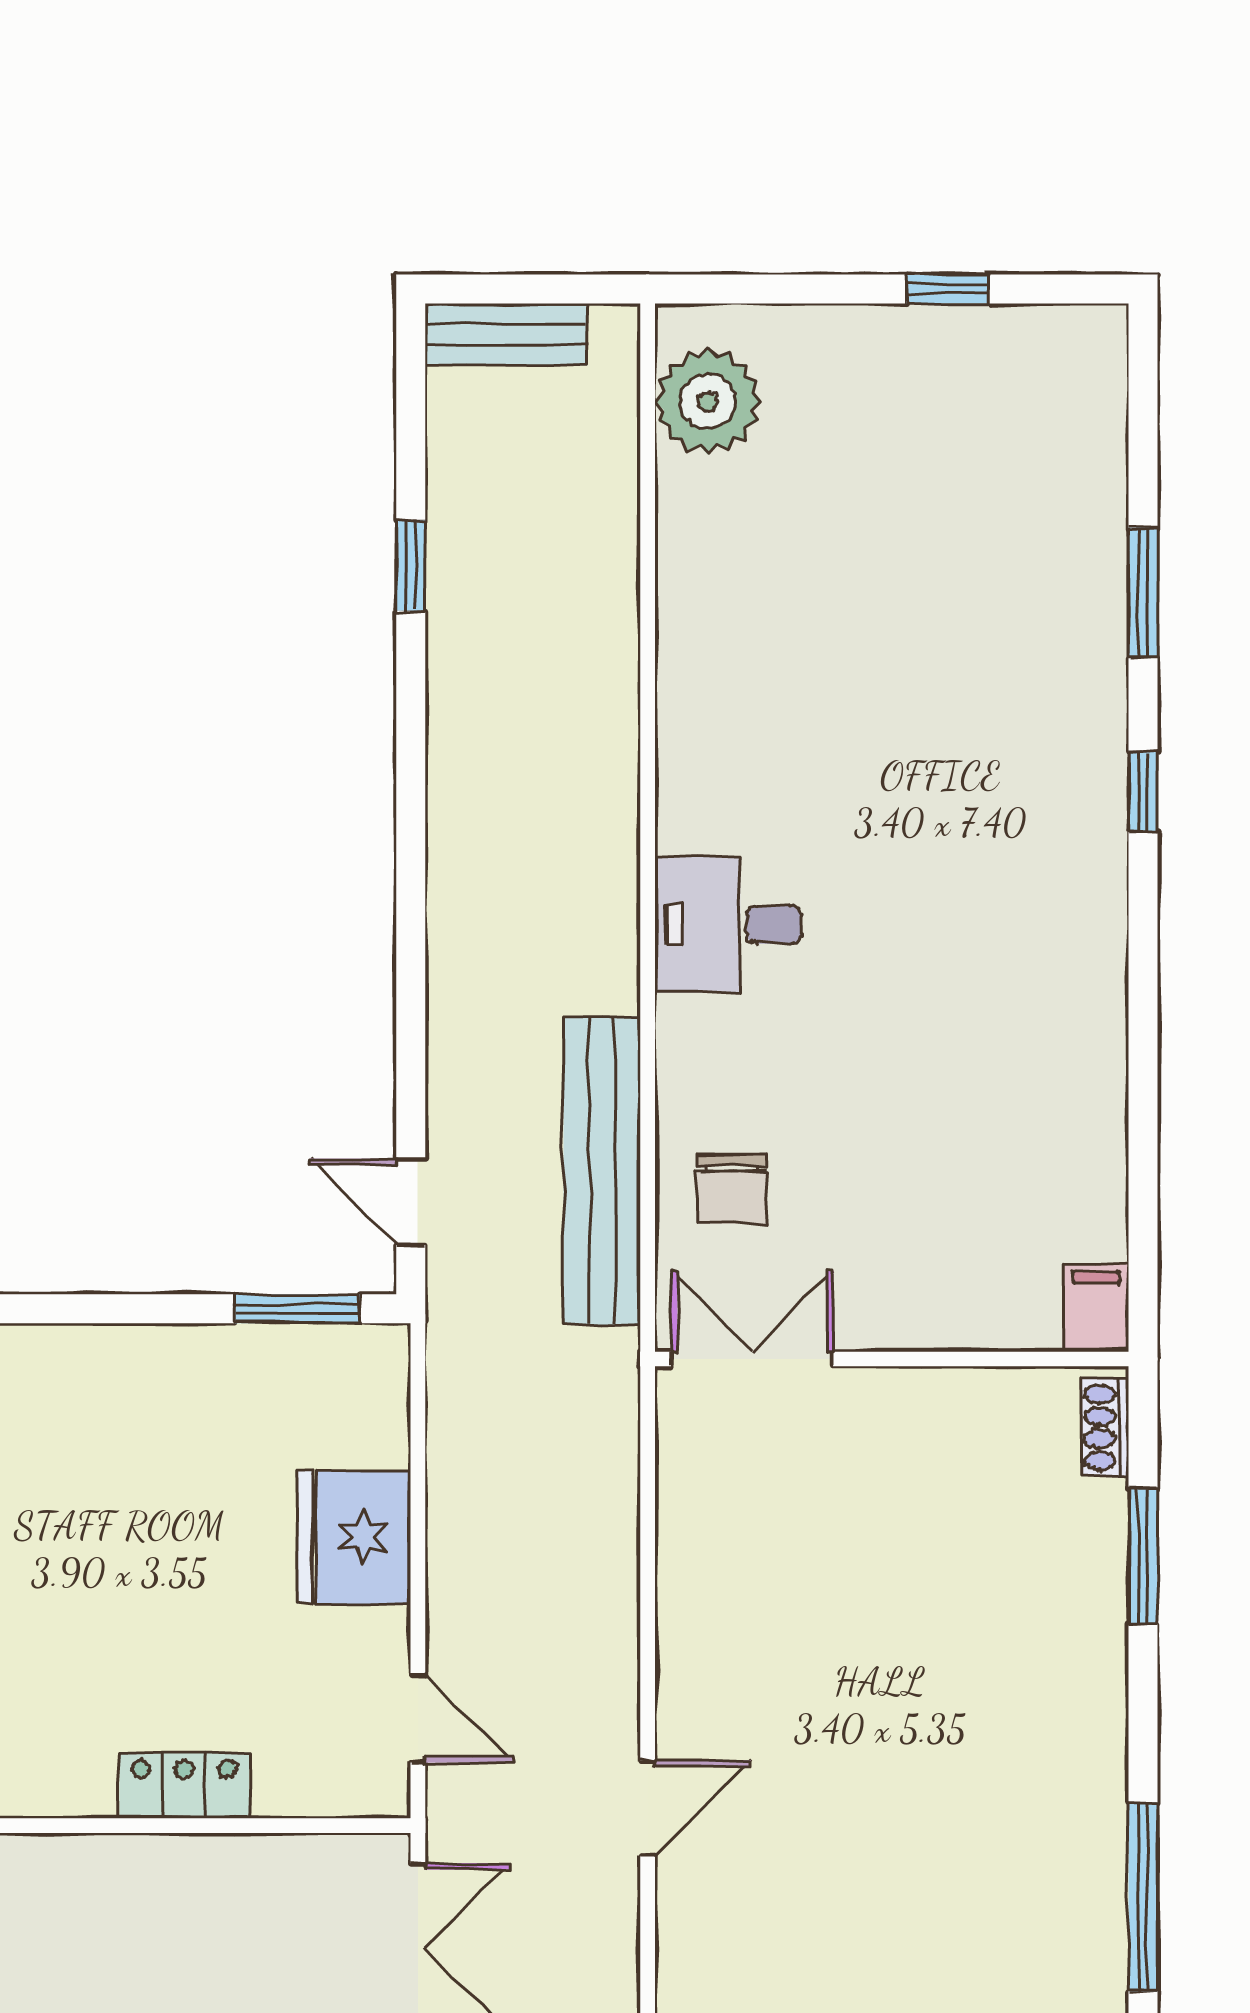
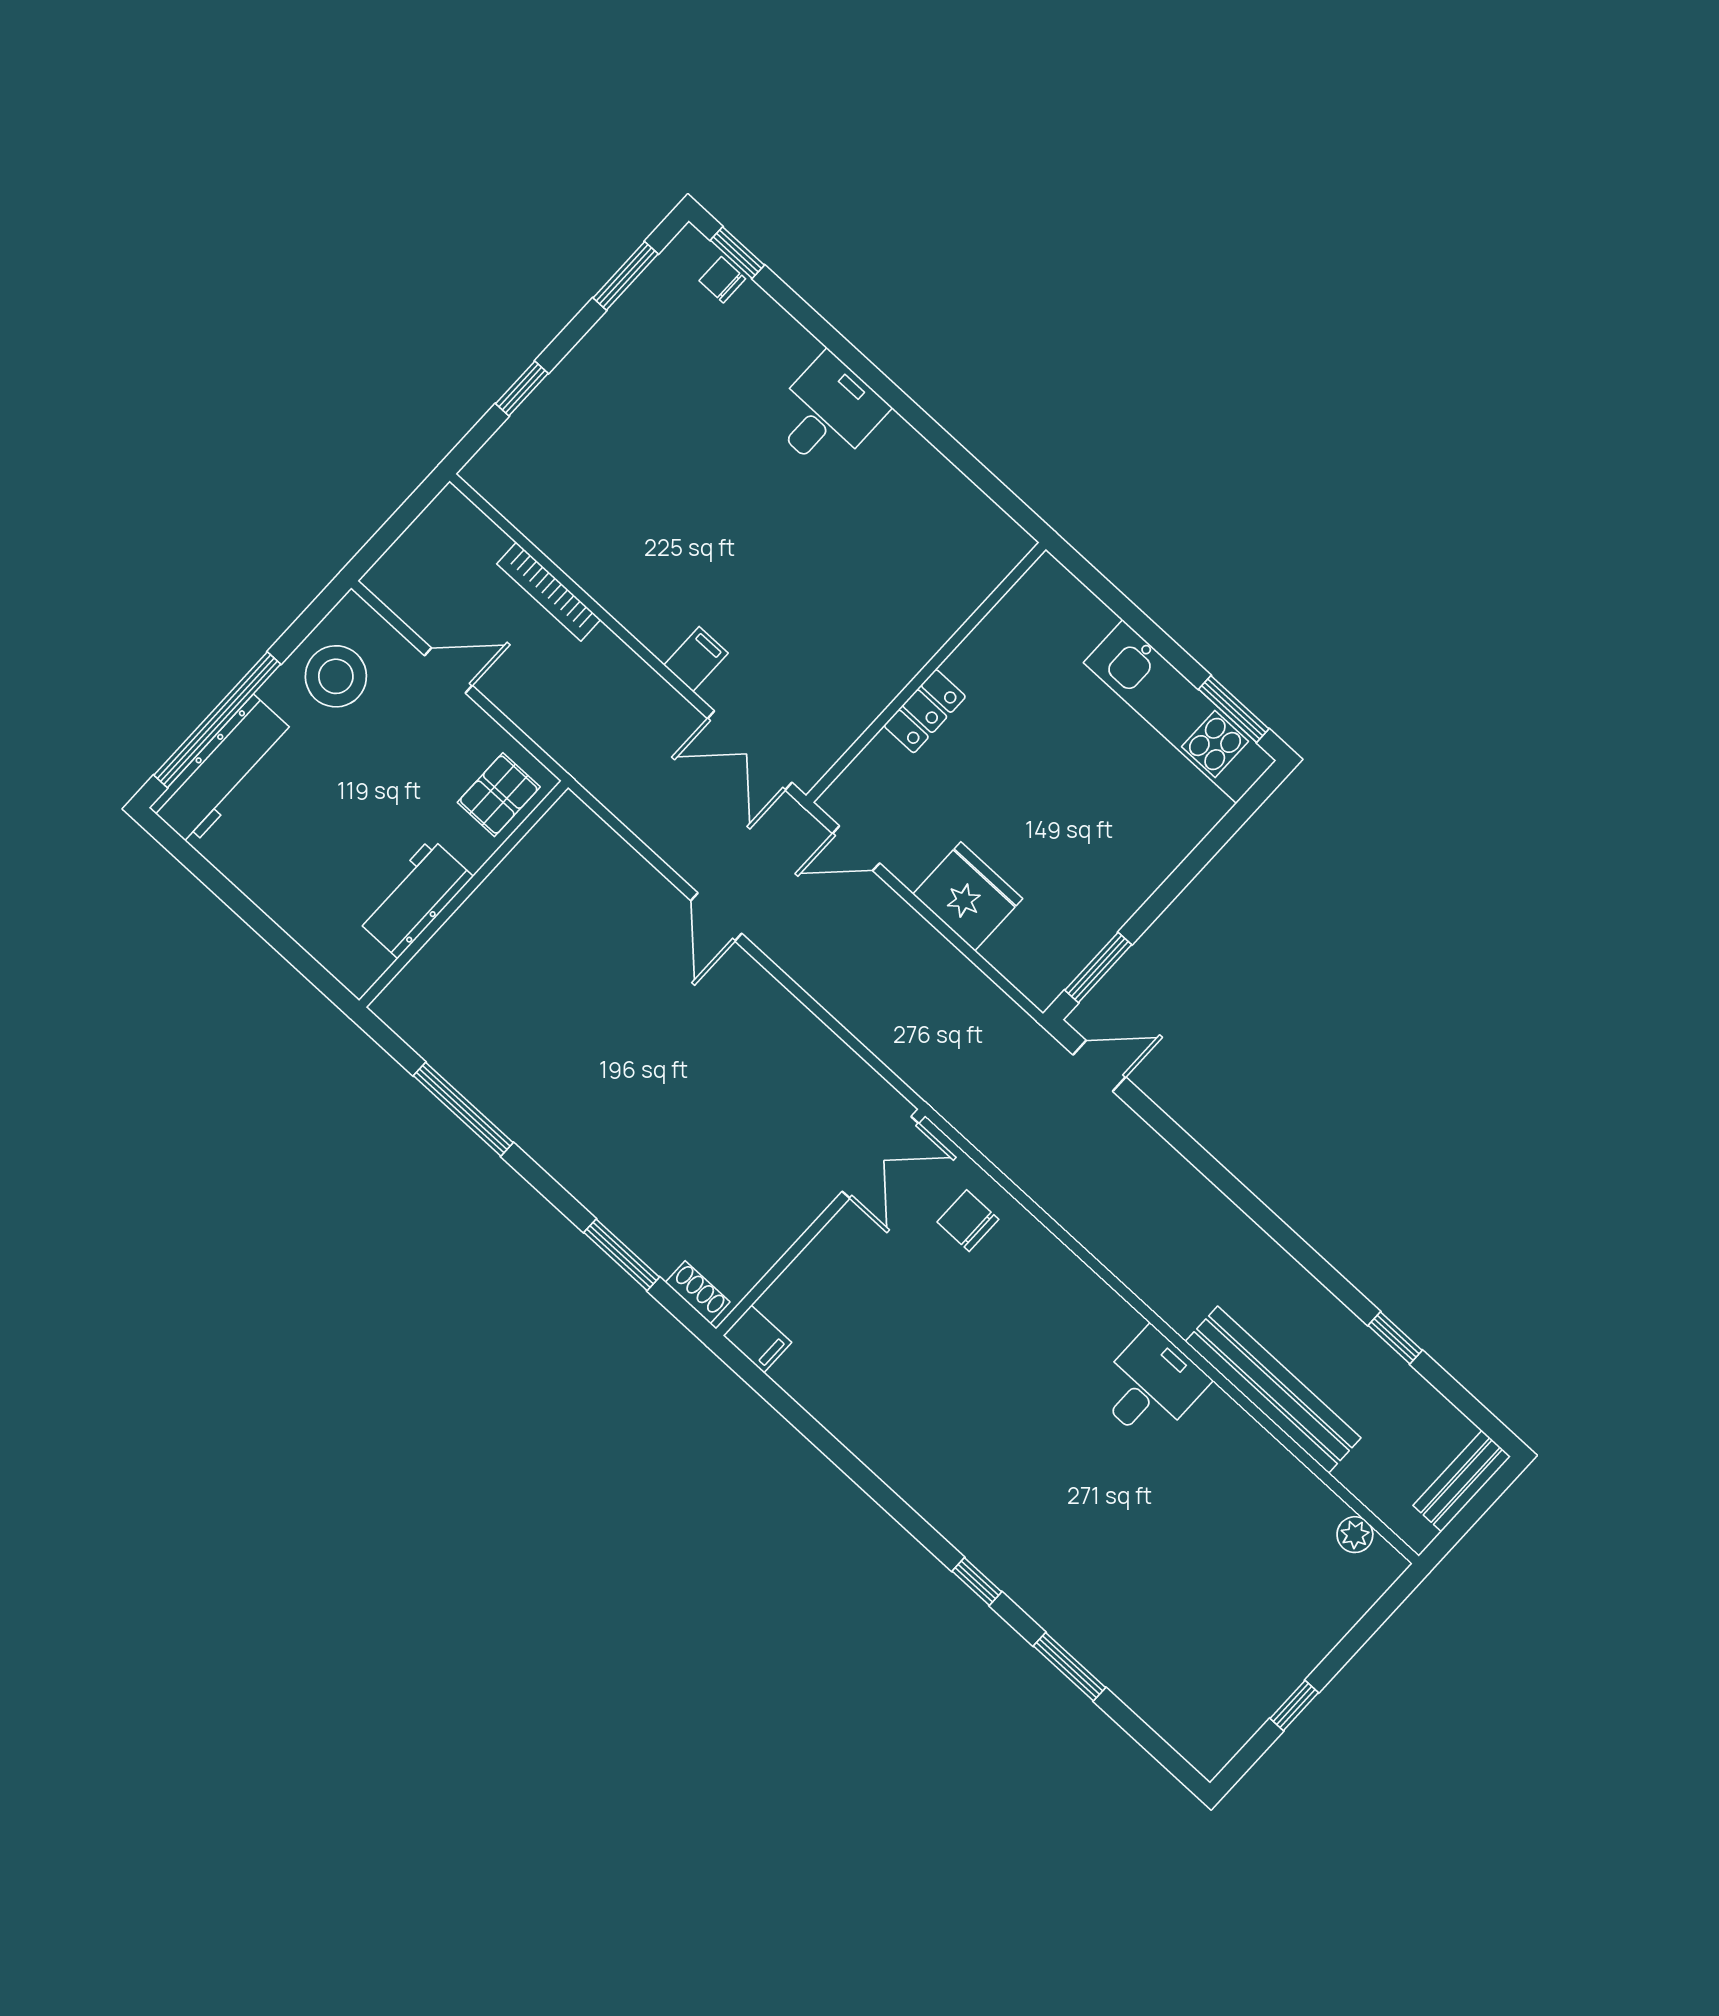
plant: (708, 401) -> (1355, 1535), width x0.53, depth x0.53
desk: (728, 924) -> (1151, 1385), moved
bench: (602, 1171) -> (1273, 1390), moved

